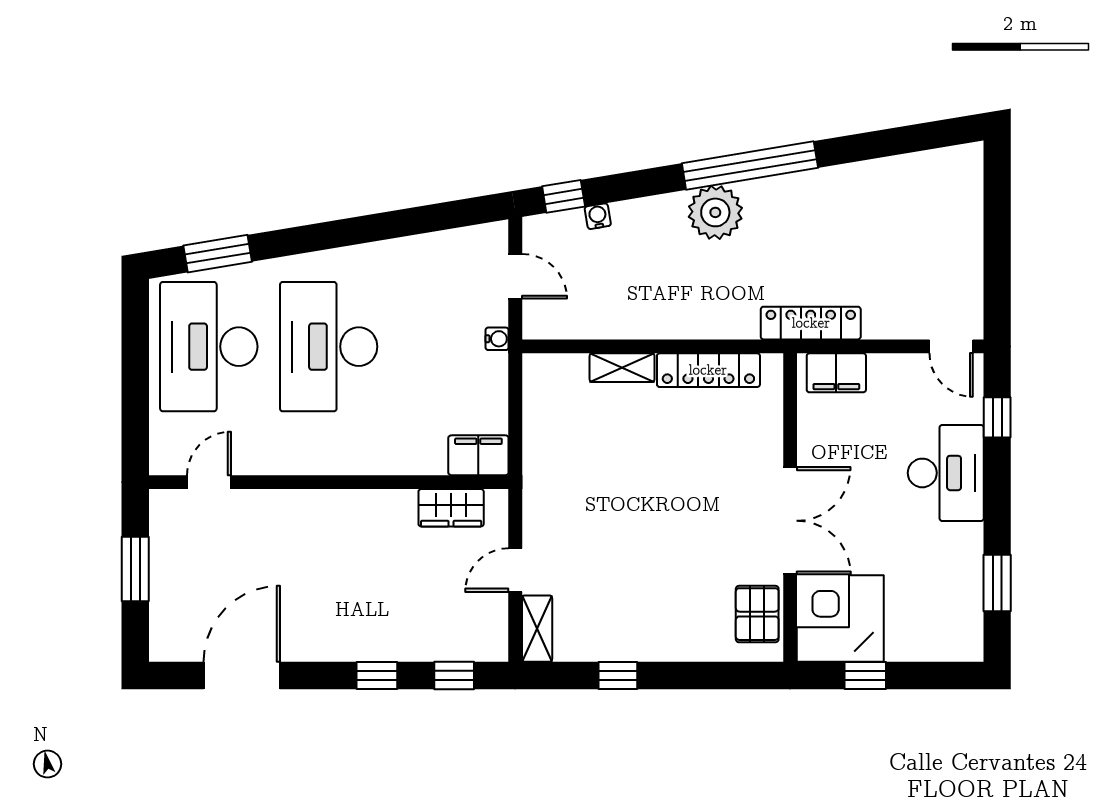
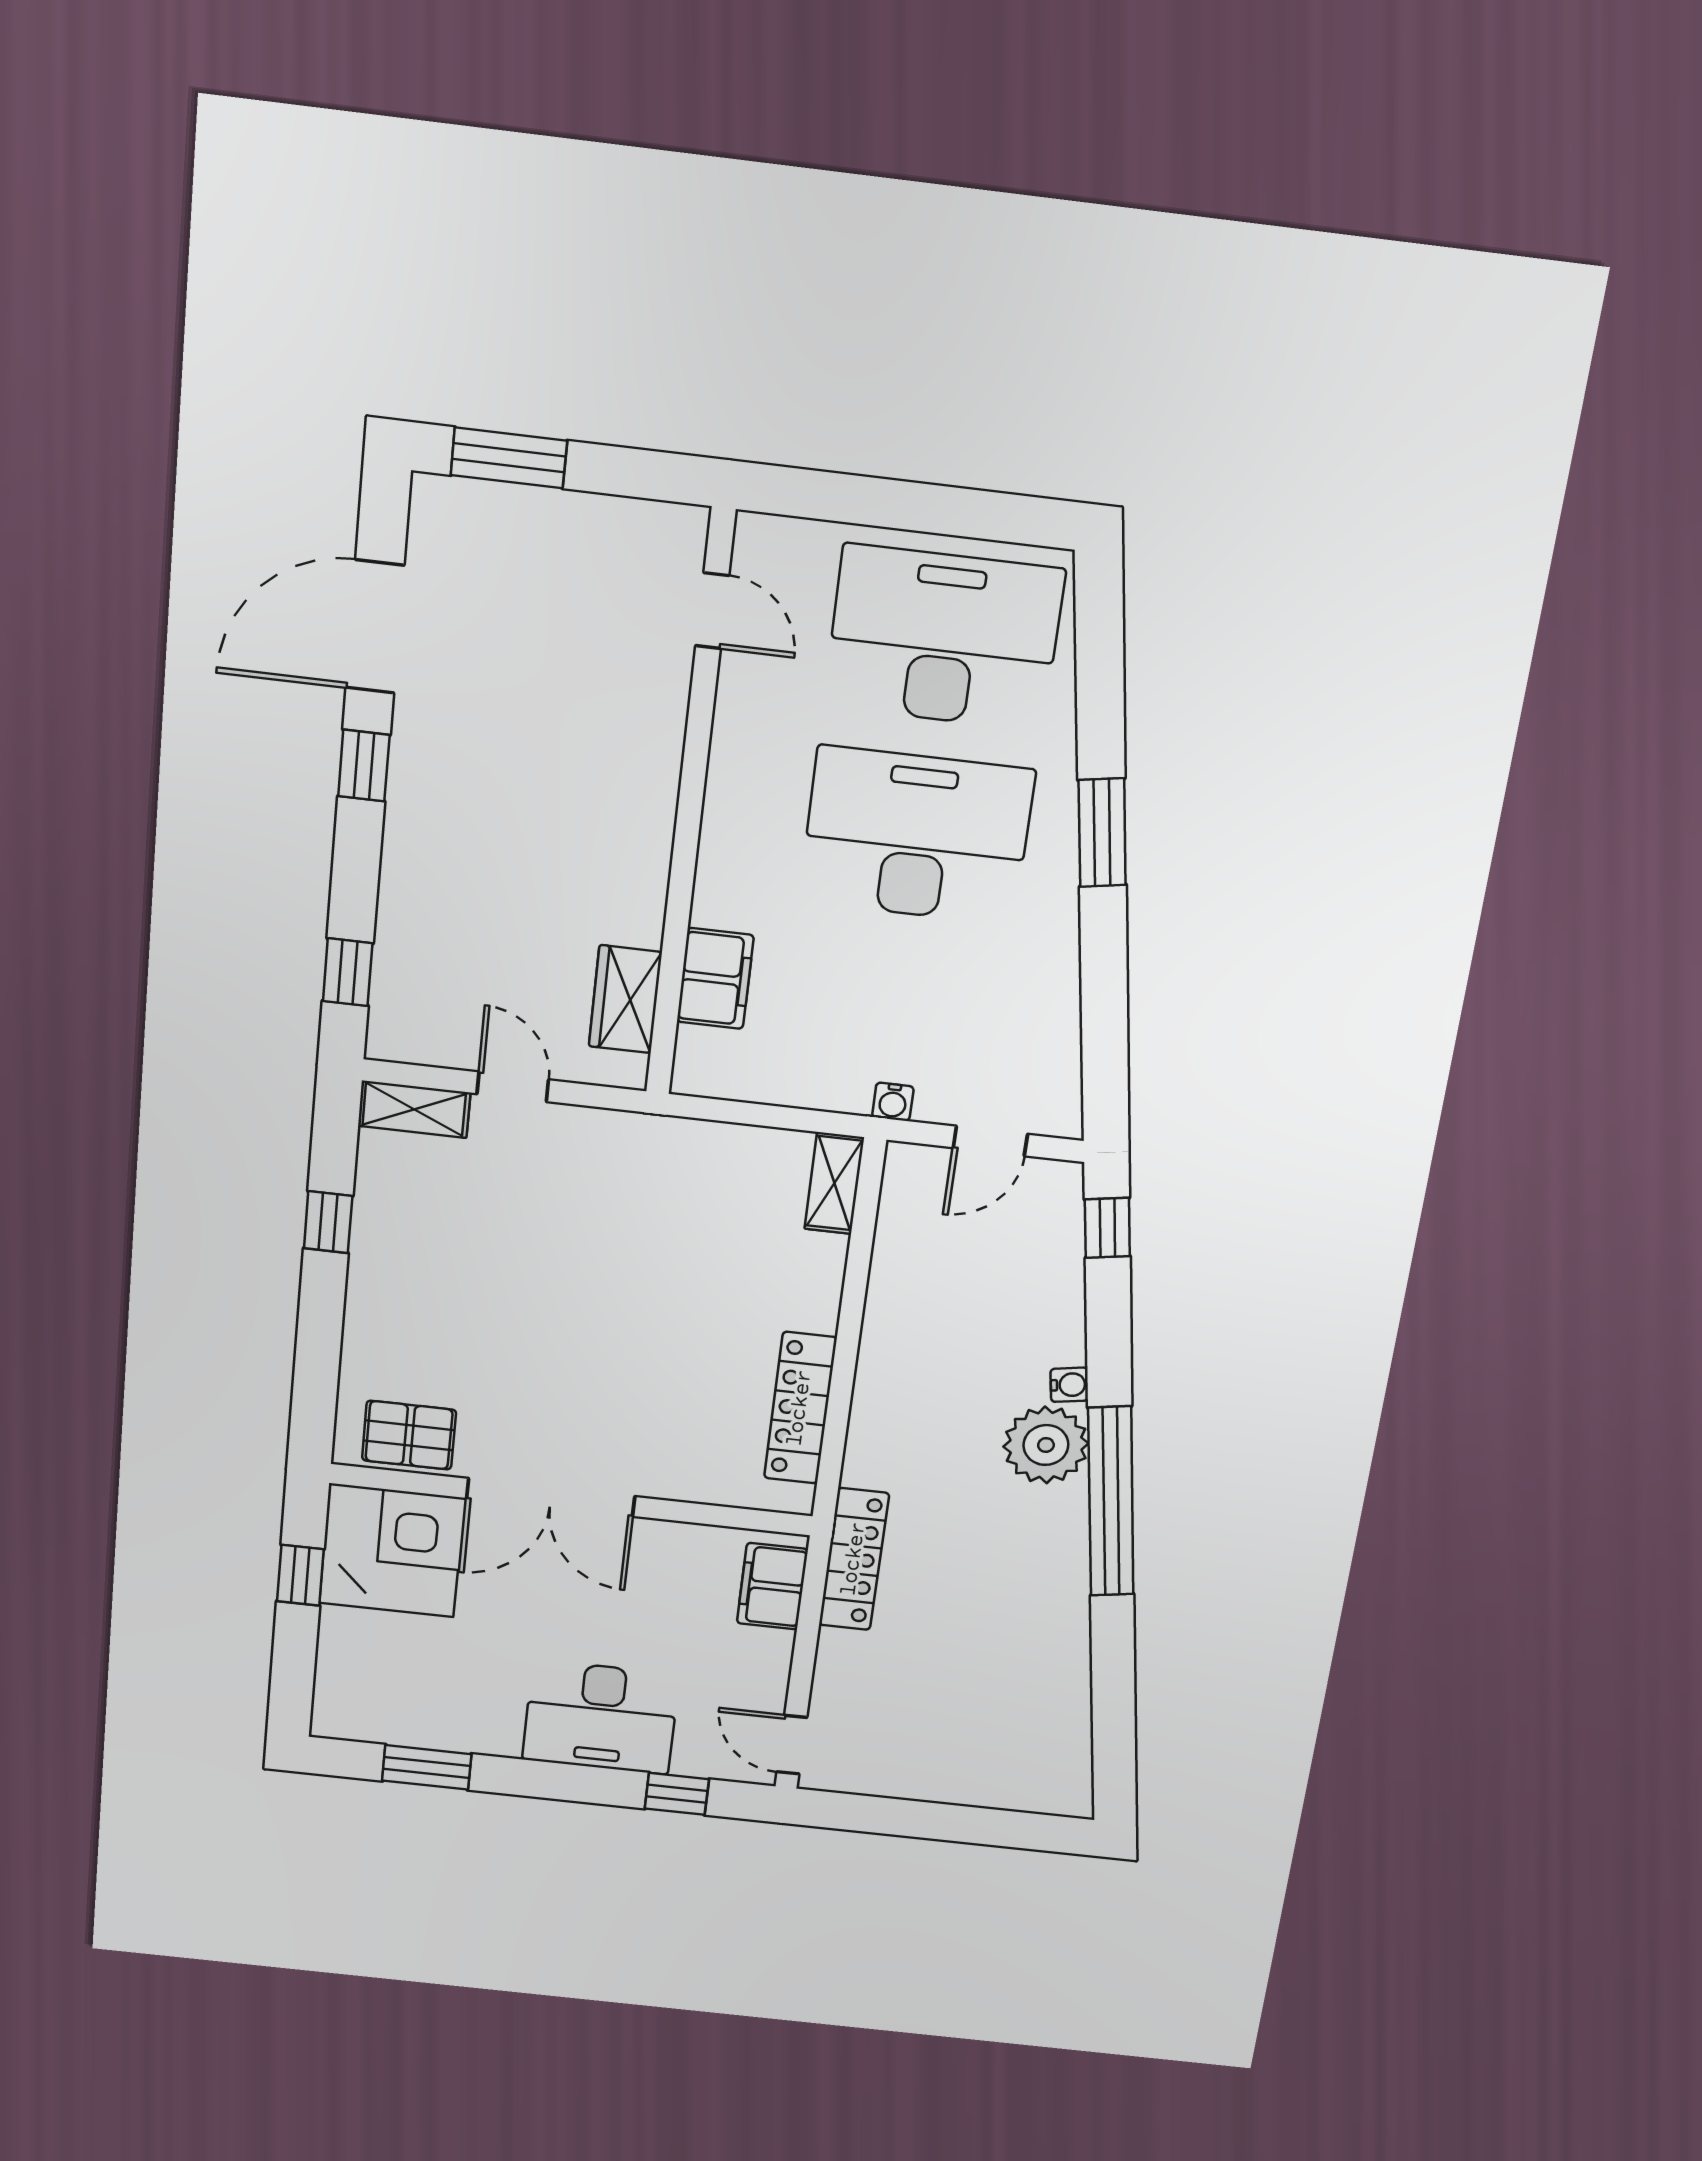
water cooler: (598, 216) -> (1069, 1385), moved
window: (218, 254) -> (1102, 833), moved
door: (951, 346) -> (792, 1745), hinge flipped
shelving: (622, 368) -> (834, 1183), moved
filing cabinet: (478, 455) -> (715, 979), moved
window: (135, 569) -> (509, 458), moved
door: (242, 676) -> (375, 627), swing flipped
window: (377, 676) -> (364, 766), moved

